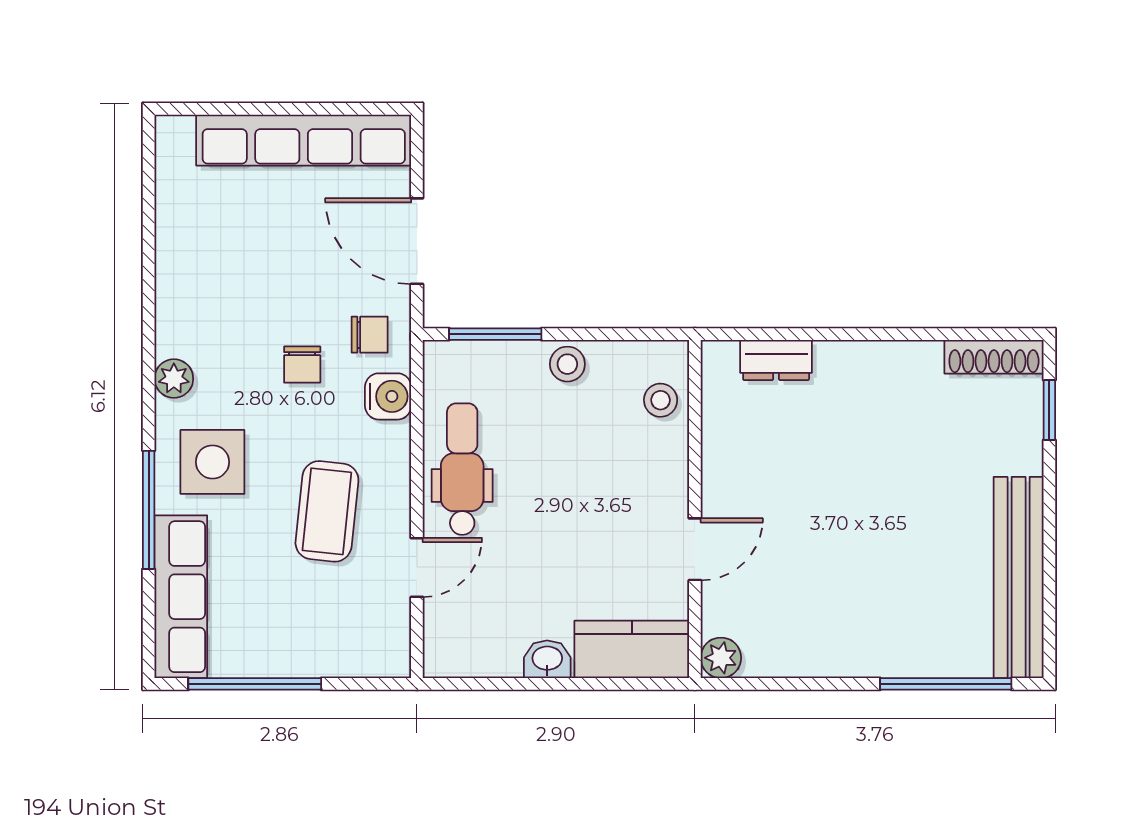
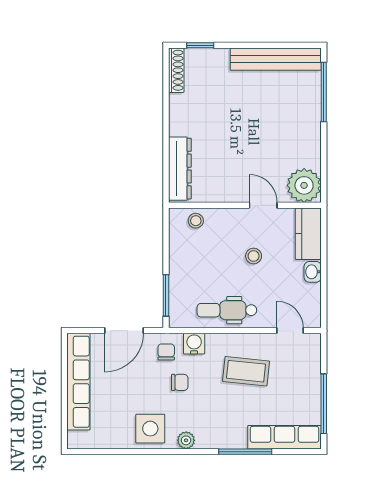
dresser: (776, 360) -> (180, 169), width x1.96, depth x1.24
stool: (567, 364) -> (254, 256), moved
side table: (212, 462) -> (150, 429), moved
door: (417, 567) -> (290, 331), moved
plant: (721, 658) -> (304, 185), width x1.88, depth x1.88

